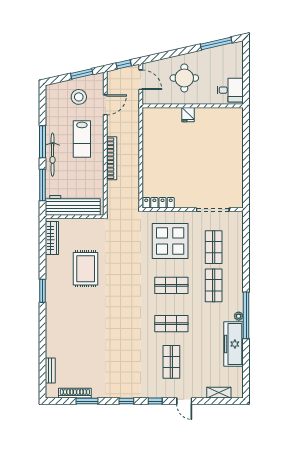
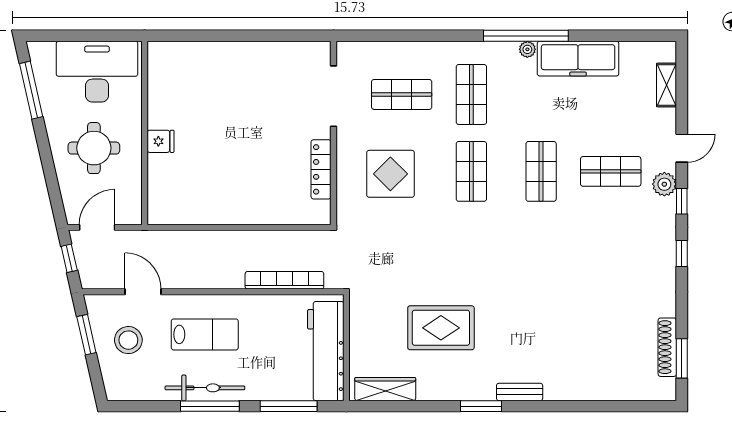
desk: (230, 90) -> (97, 72), width x1.87, depth x1.30
bicycle: (53, 155) -> (205, 388), moved
bookcase: (112, 158) -> (284, 280), moved
locker: (158, 203) -> (321, 169), moved
display table: (170, 241) -> (390, 174), width x0.73, depth x0.73
shop shelf: (214, 285) -> (471, 94), turned 90
bench: (50, 371) -> (520, 392), moved
plant: (164, 391) -> (664, 184), added
window: (87, 401) -> (682, 358), moved

